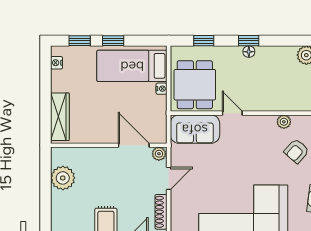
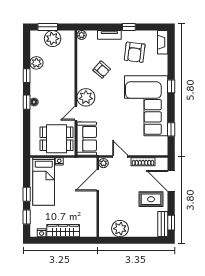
window: (204, 41) -> (27, 76), moved
wardrobe: (60, 117) -> (63, 231), moved
plant: (284, 122) -> (86, 97), moved, width x1.88, depth x1.88

